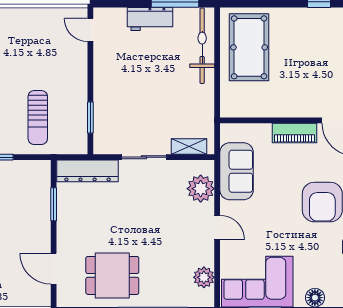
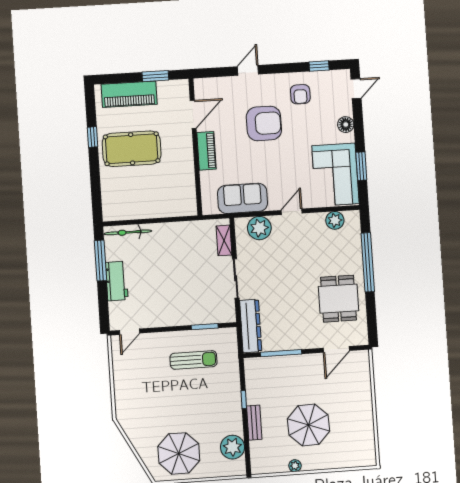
bicycle: (202, 46) -> (128, 232), width x0.73, depth x0.71
pool table: (249, 47) -> (132, 149), moved
sun lounger: (38, 118) -> (193, 360), moved
window: (54, 204) -> (281, 353), width x1.44

